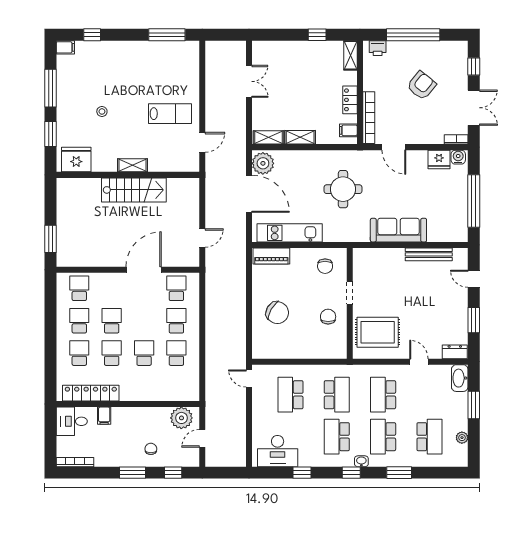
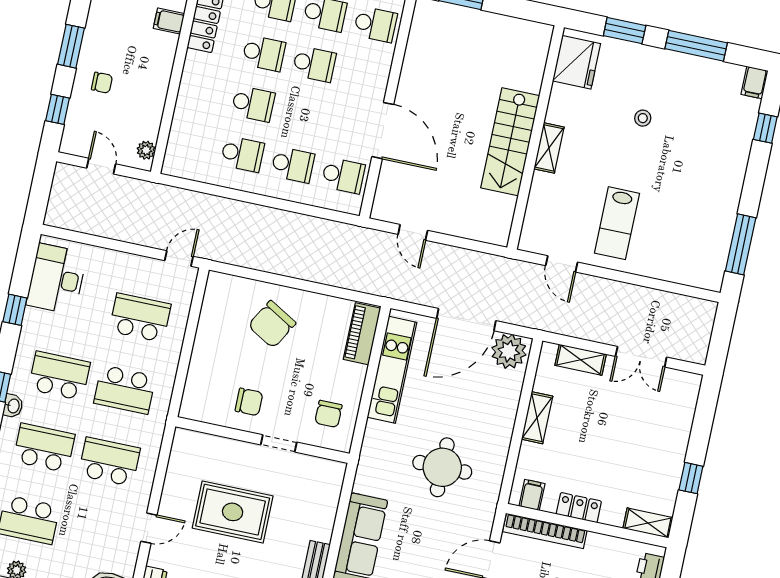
shelving: (269, 137) -> (581, 360), moved, turned 90
chair: (325, 266) -> (328, 414), turned -90
rug: (378, 332) -> (233, 512), moved, turned 90
plant: (181, 418) -> (146, 150), width x0.53, depth x0.53

